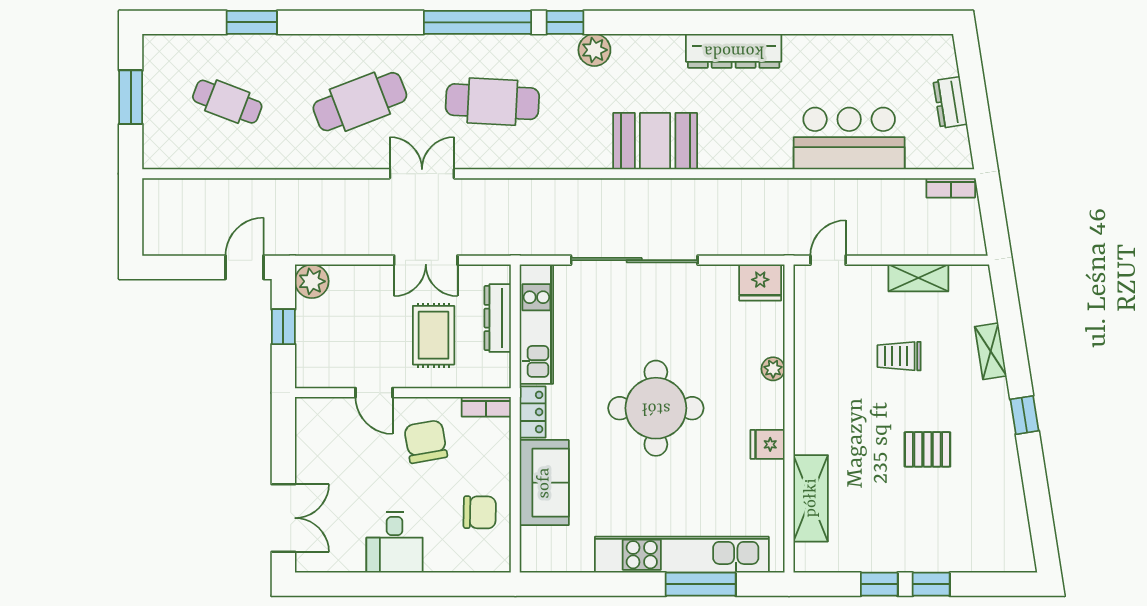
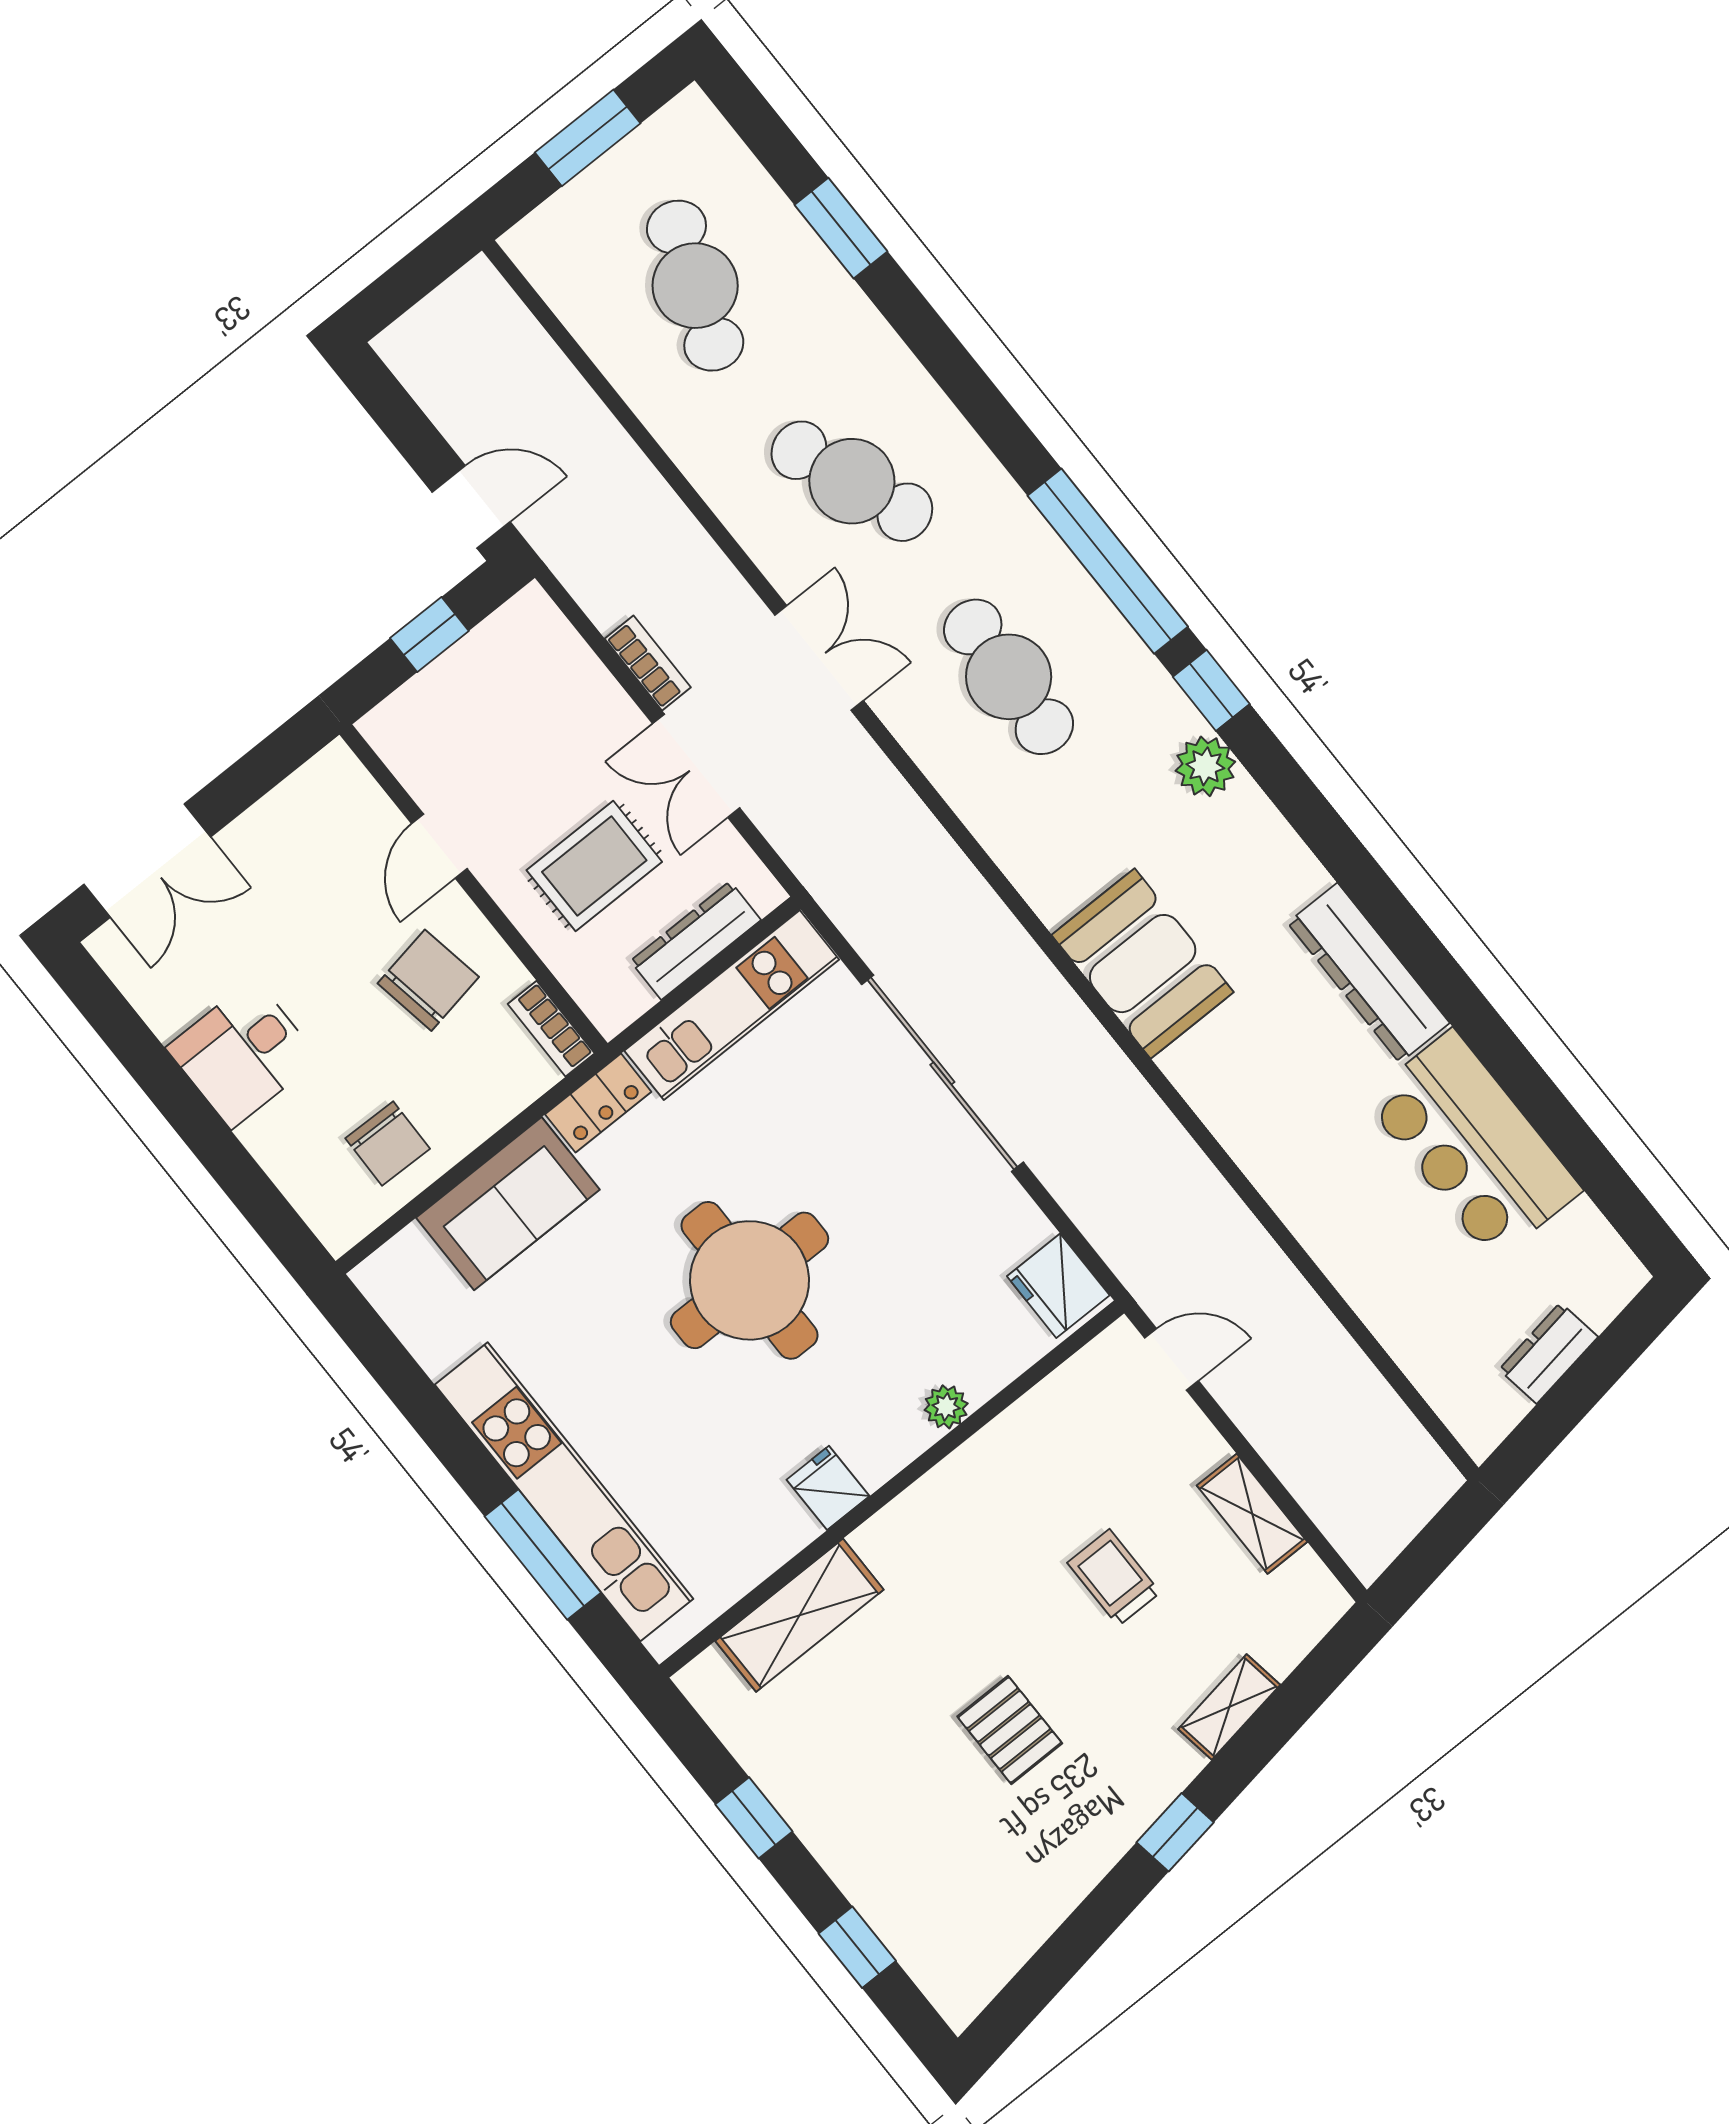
cafe table: (227, 102) -> (695, 286), width x1.37, depth x1.35
bar counter: (849, 138) -> (1473, 1145), moved, turned 180
bookcase: (951, 188) -> (648, 663), moved, turned 180
plant: (312, 281) -> (530, 623), removed
window: (931, 584) -> (857, 1947), moved

